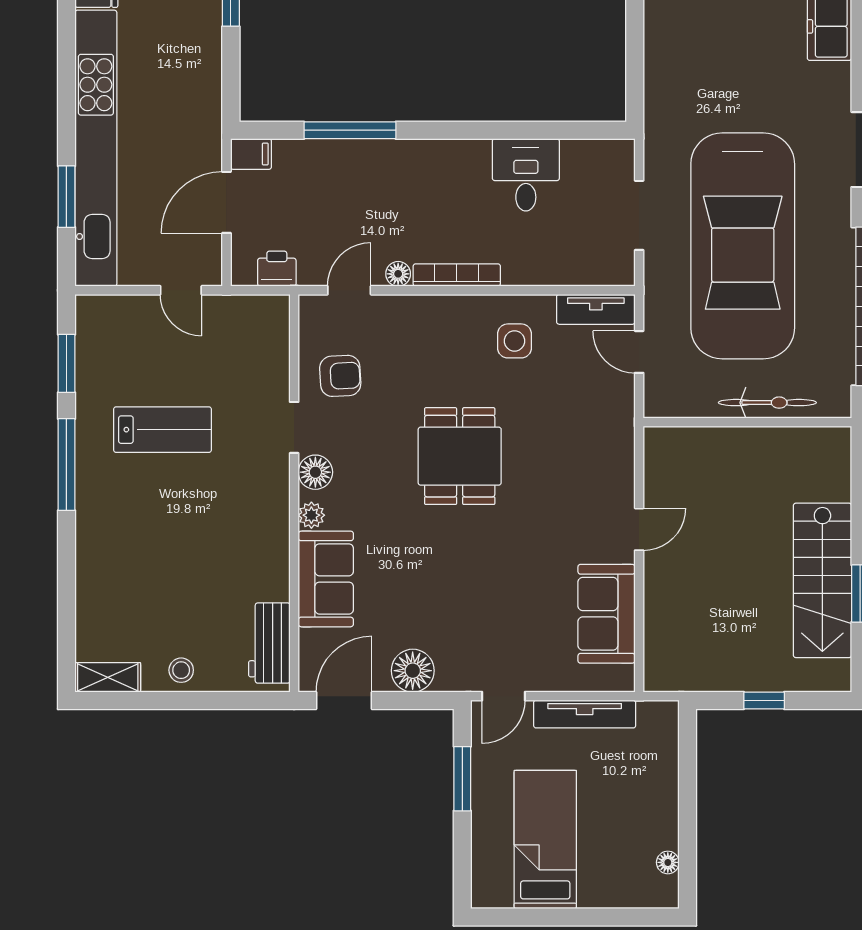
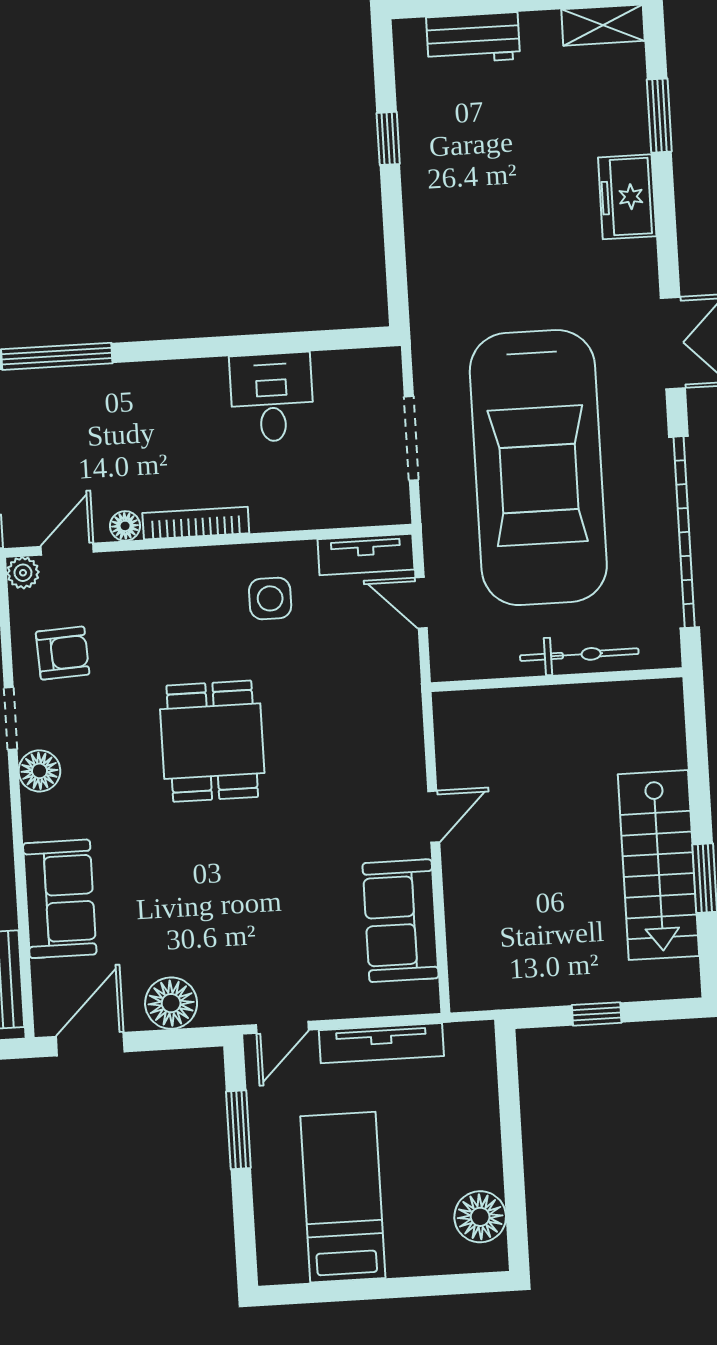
plant: (311, 515) -> (23, 573), moved
floor lamp: (668, 862) -> (480, 1217), width x1.89, depth x1.89

